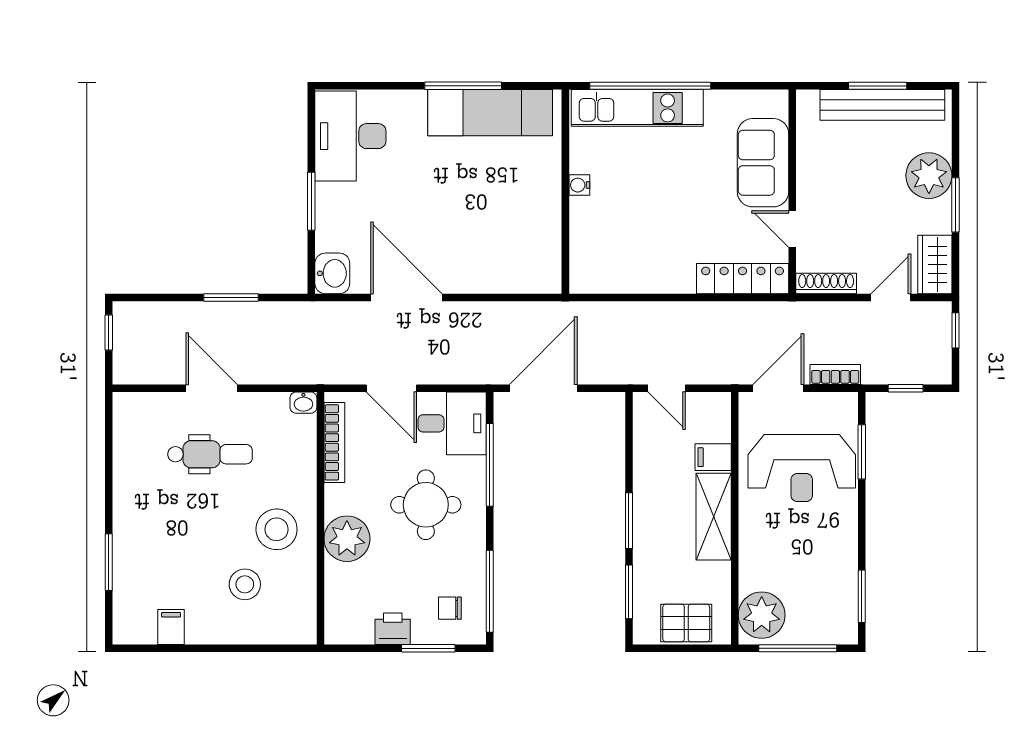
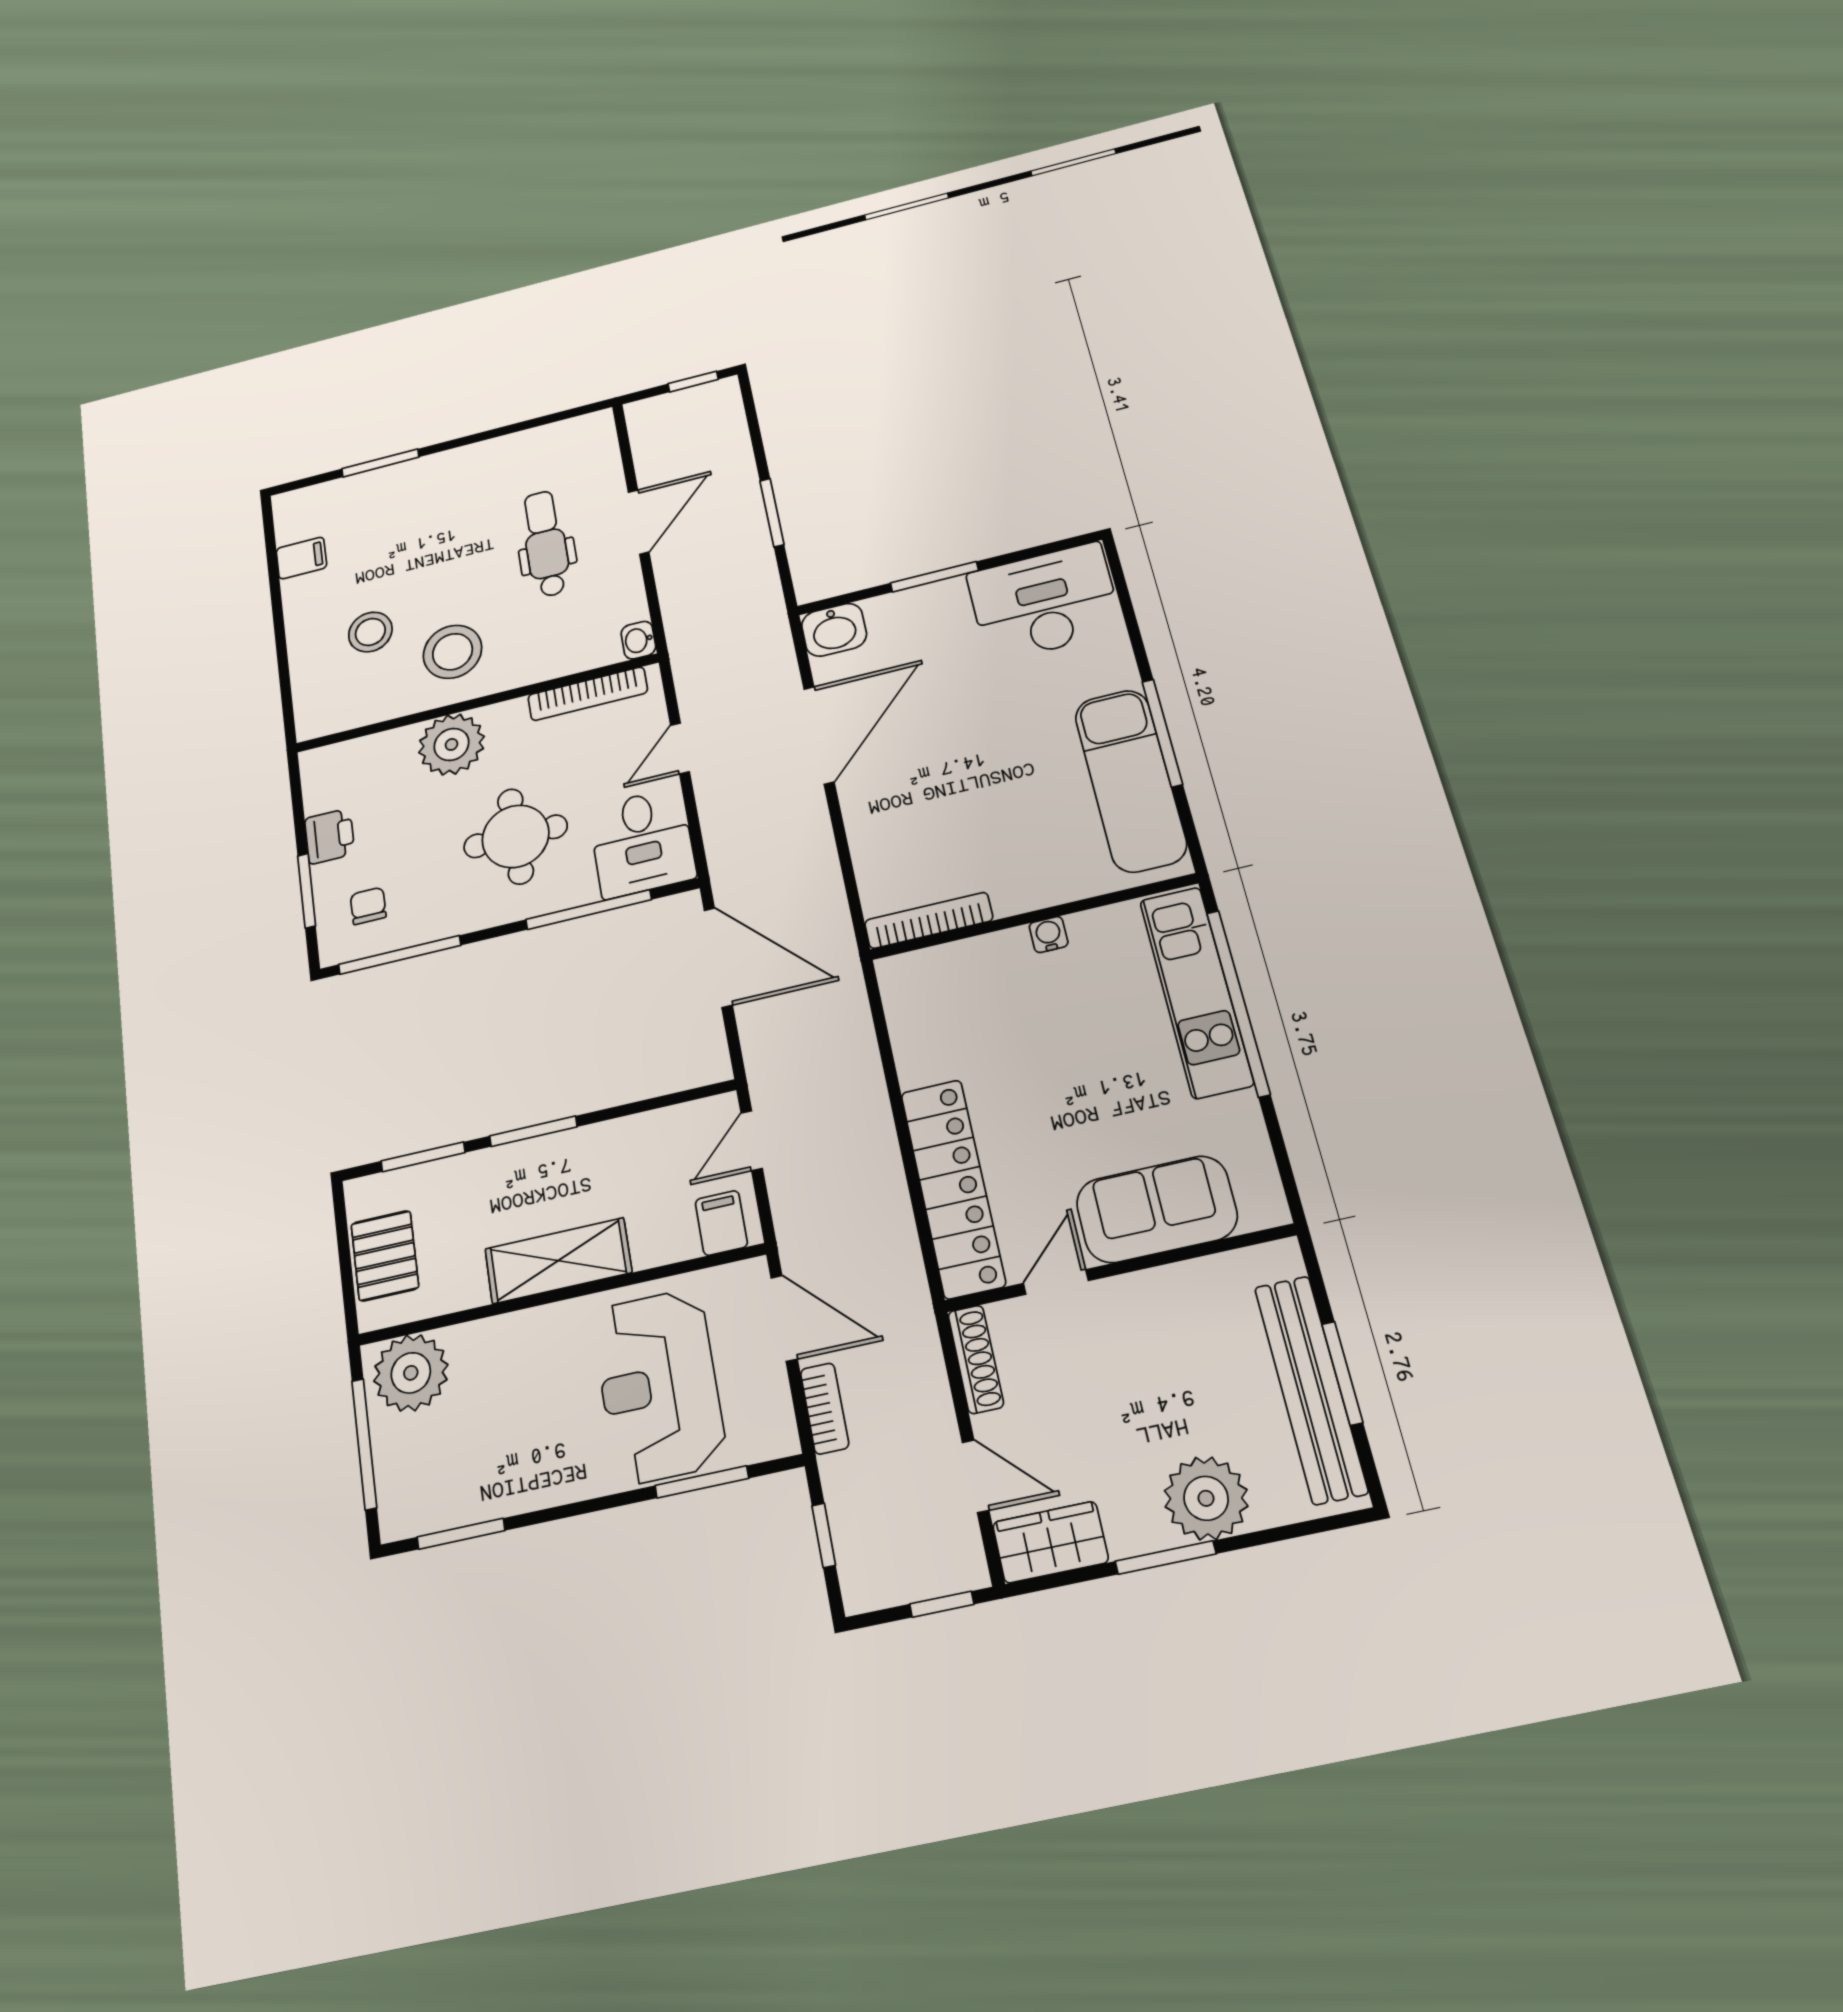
bookcase: (552, 255) -> (929, 920), added
locker: (743, 279) -> (953, 1188), width x1.41, depth x1.21
door: (391, 388) -> (680, 748), width x0.73
dental chair: (210, 454) -> (546, 544), turned 180
filing cabinet: (713, 457) -> (721, 1223), moved

